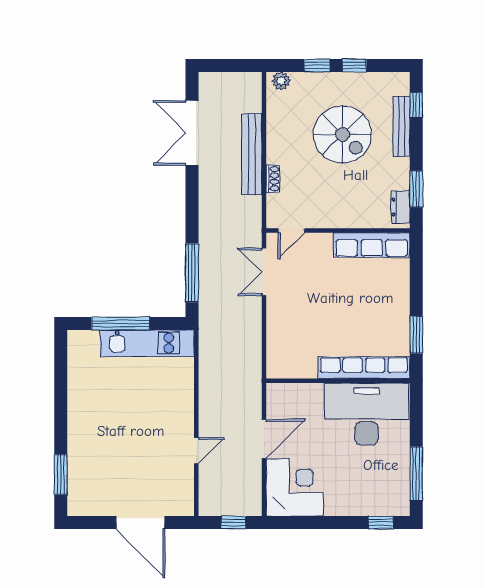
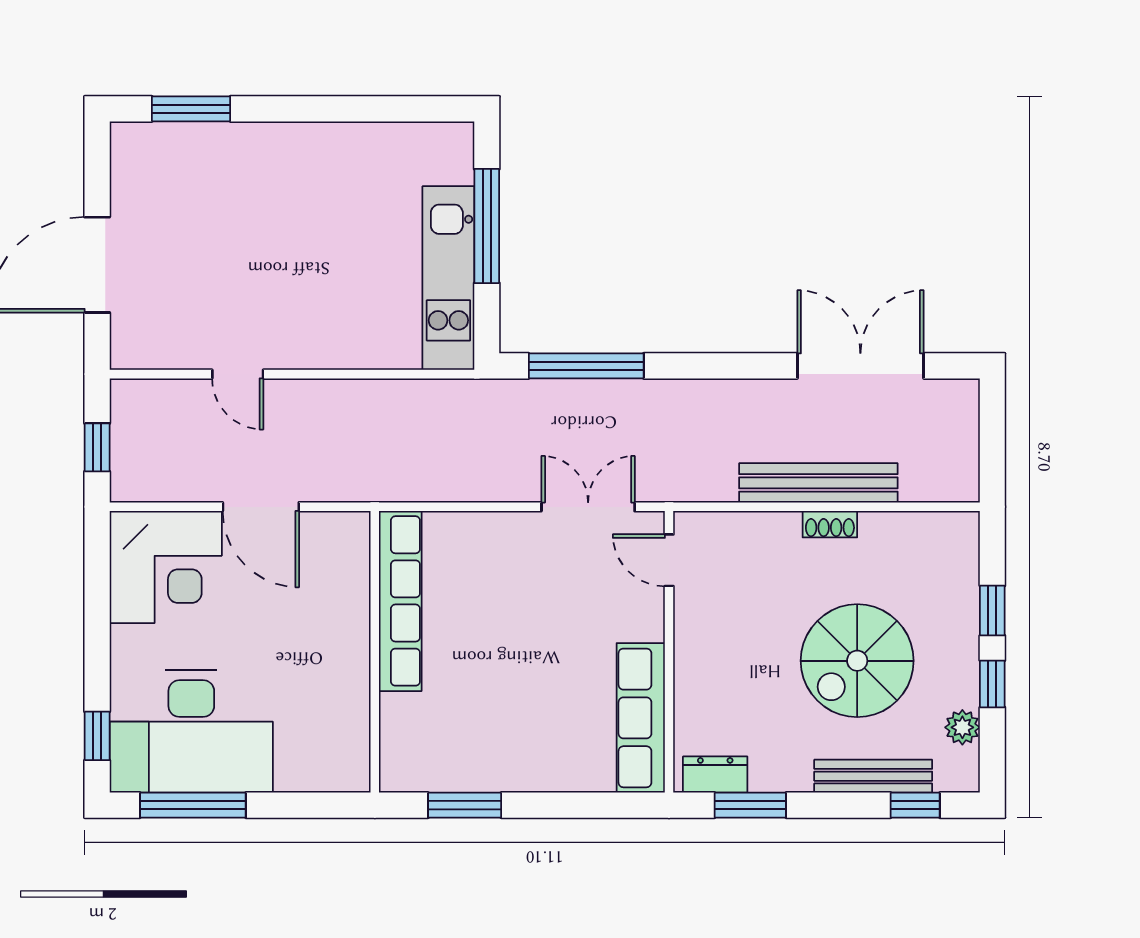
plant: (281, 81) -> (962, 727), moved
shoe rack: (273, 179) -> (830, 524), moved
row of seats: (364, 368) -> (400, 601), moved
desk: (367, 414) -> (191, 732), moved, turned 90

